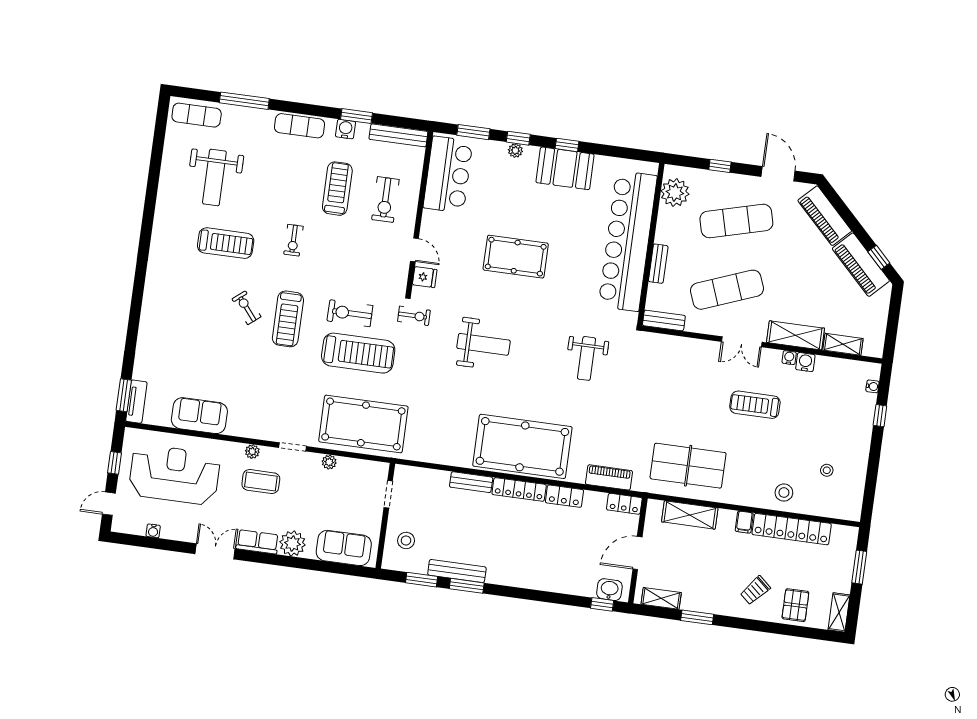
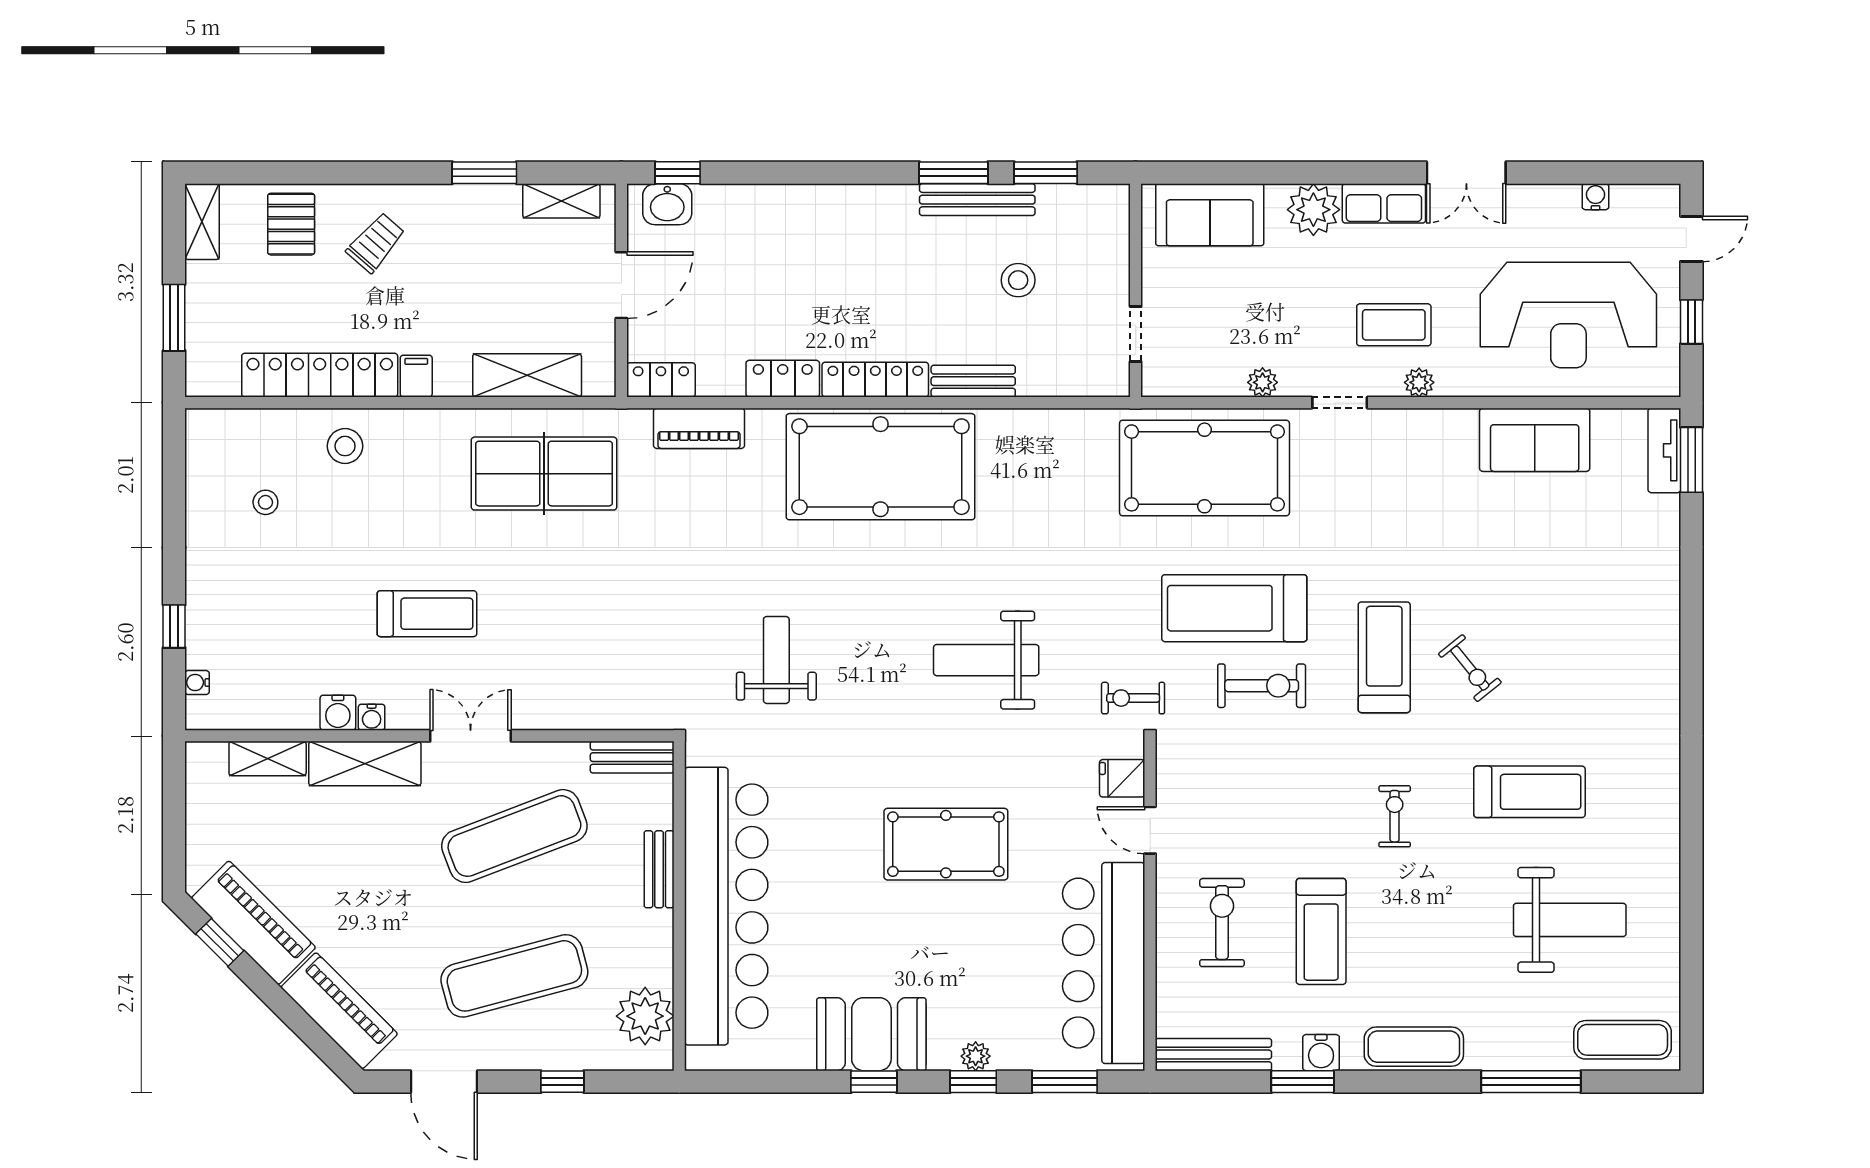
bar counter: (448, 174) -> (1104, 963), width x1.36
weight bench: (214, 177) -> (1570, 920), turned 90
treadmill: (226, 243) -> (1529, 792), turned 180
stool: (406, 540) -> (1018, 280), moved

